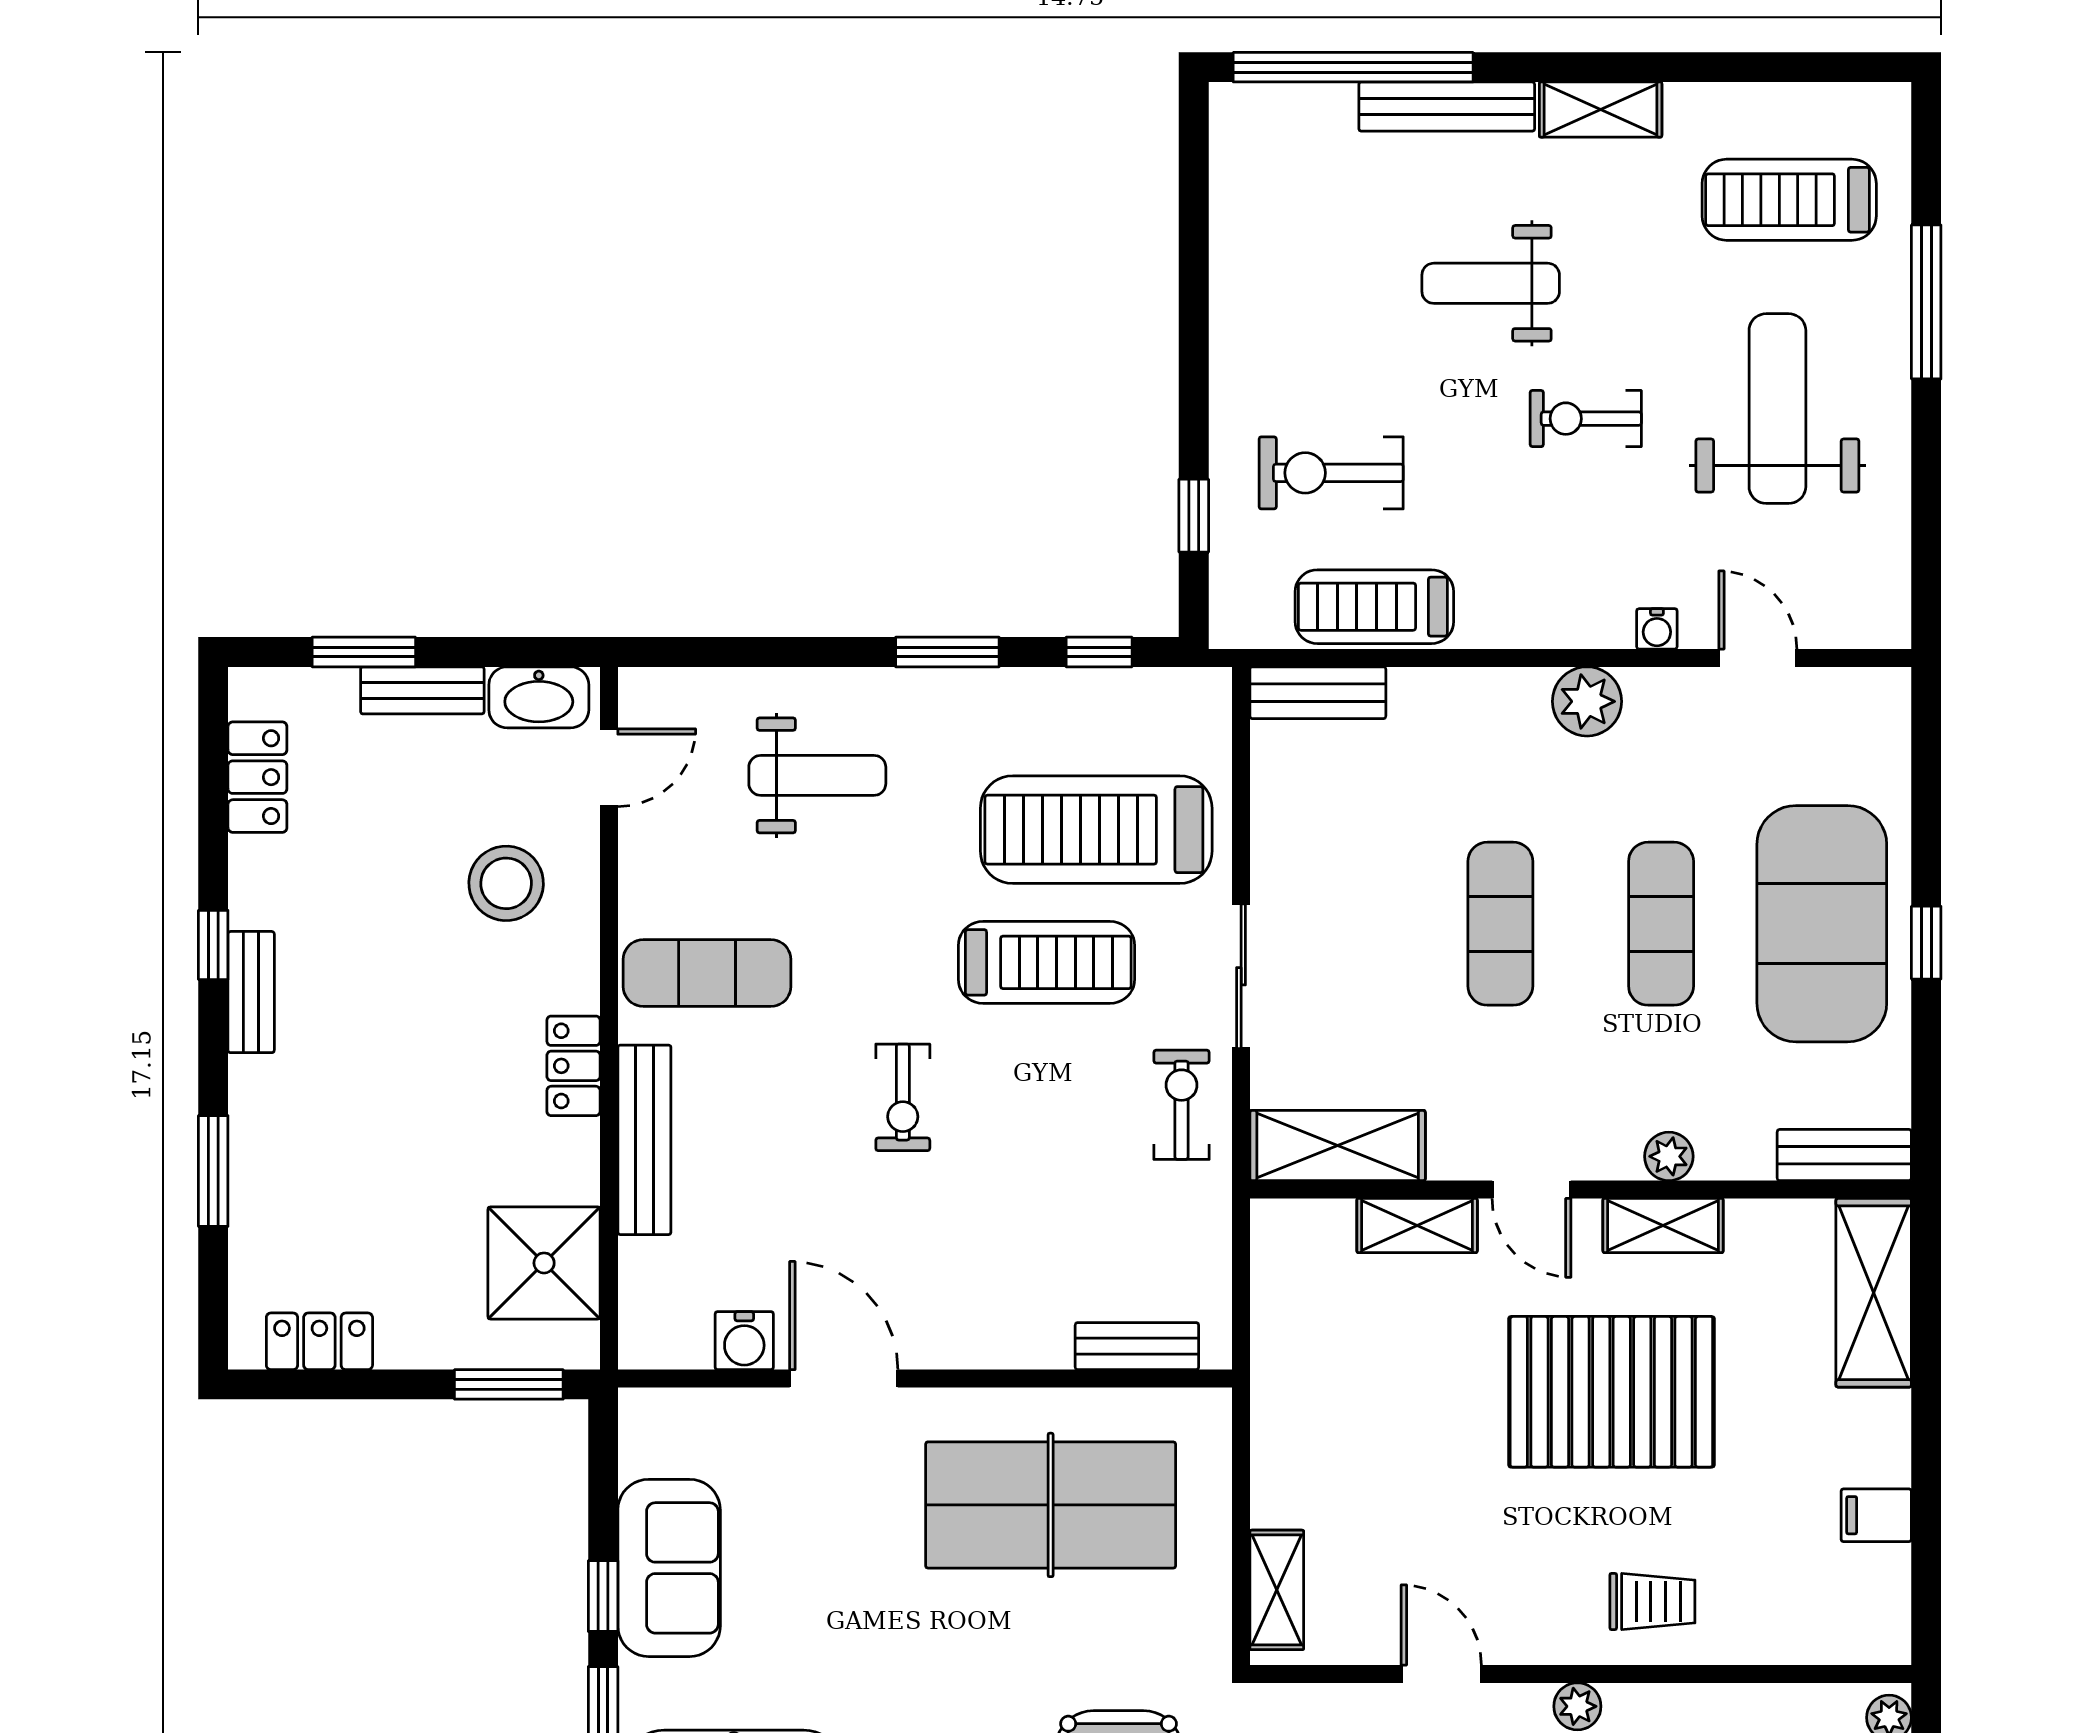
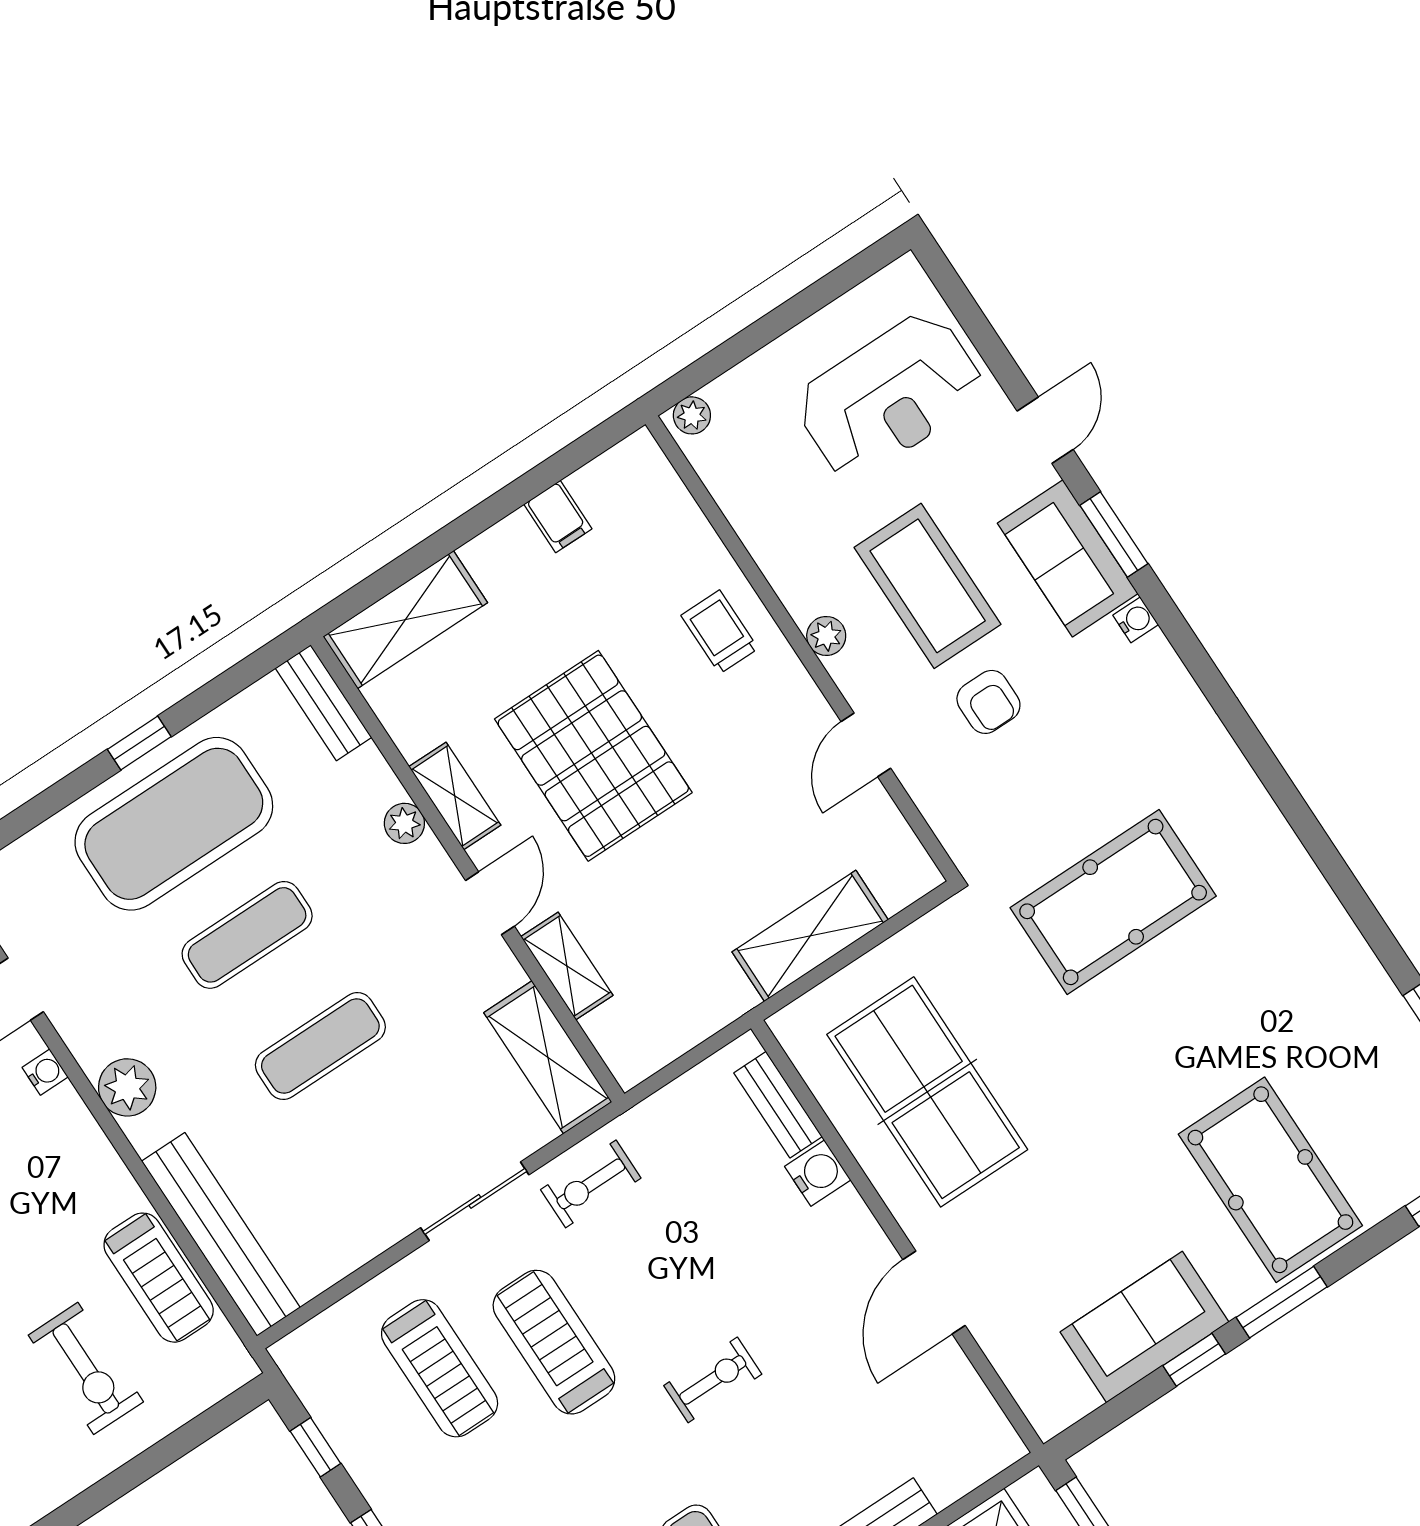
window: (1194, 516) -> (178, 1444), removed
bench: (1318, 693) -> (221, 1234), width x1.86, depth x1.21
treadmill: (1096, 830) -> (440, 1368), width x0.73, depth x0.73
water cooler: (744, 1341) -> (818, 1173), moved
shelving: (1277, 1590) -> (810, 936), moved, width x1.50, depth x1.33

